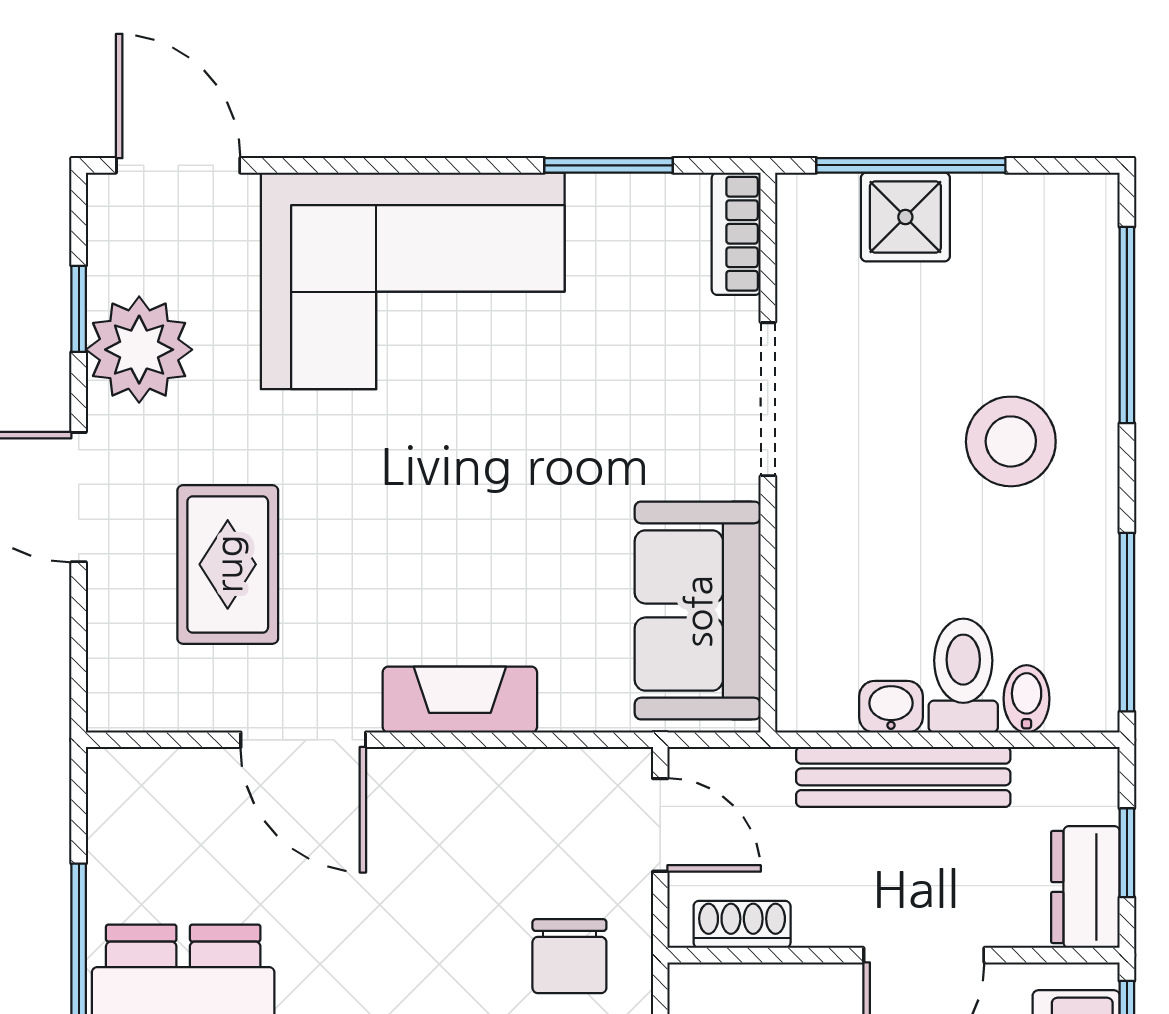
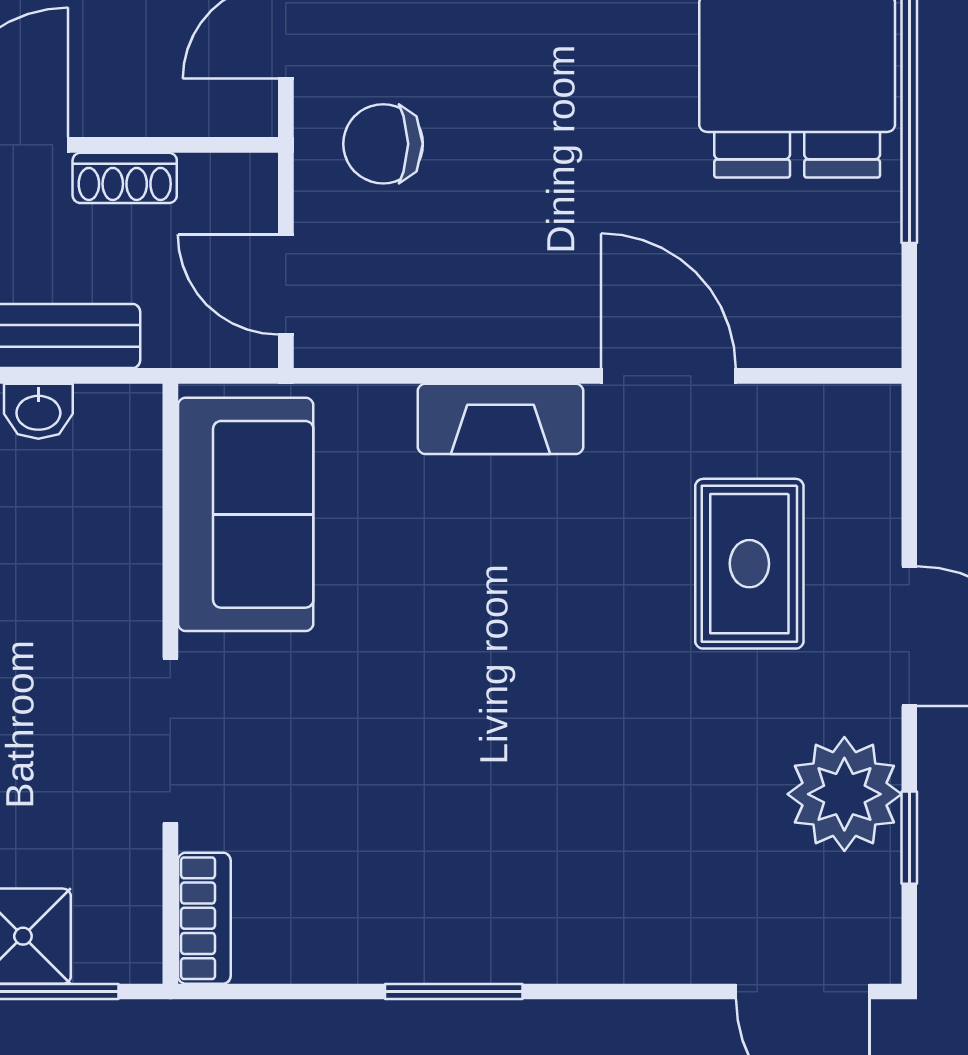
window: (609, 165) -> (454, 992), moved
corner sofa: (413, 281) -> (551, 868), removed
shoe rack: (742, 924) -> (125, 178), moved
chair: (569, 956) -> (383, 144), turned -90

